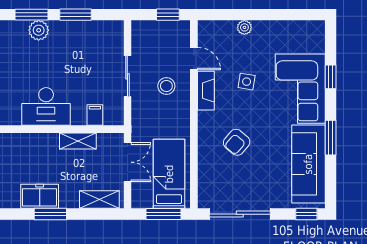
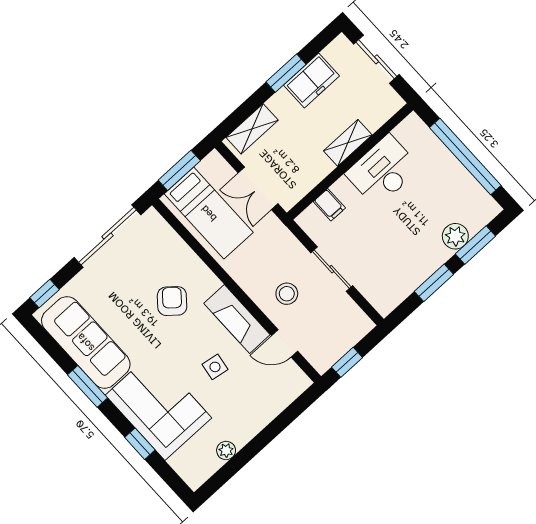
plant: (244, 27) -> (226, 450), moved
fireplace: (206, 91) -> (237, 319), width x1.37, depth x1.32
shelving: (78, 141) -> (348, 143), moved

